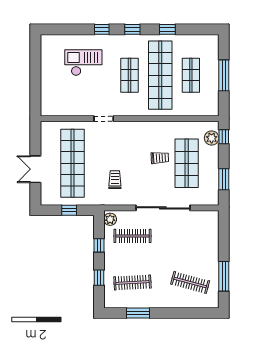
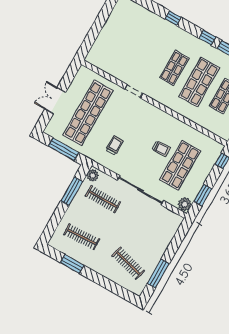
window: (132, 29) -> (207, 38), moved
checkout: (83, 63) -> (143, 37), removed
shop shelf: (160, 75) -> (199, 82), width x0.71
plant: (212, 138) -> (185, 204), moved
window: (69, 210) -> (64, 149), width x2.17
window: (99, 245) -> (72, 191), width x2.17
window: (99, 278) -> (57, 217), removed

